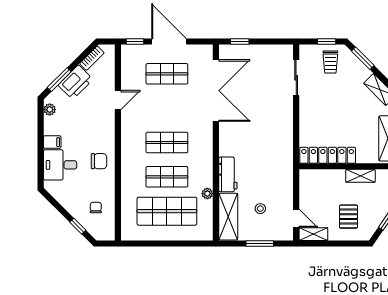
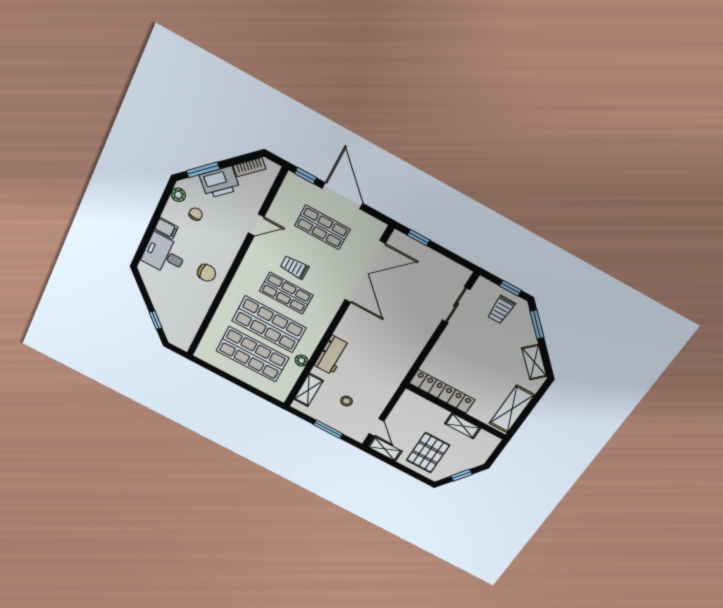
trolley: (163, 118) -> (294, 267), added
shop shelf: (167, 177) -> (269, 324), width x1.43, depth x1.36
chair: (96, 208) -> (196, 214), moved
shelving: (228, 217) -> (309, 390), width x0.67, depth x0.75
pallet: (348, 217) -> (428, 453), width x1.50, depth x1.42

